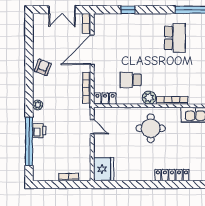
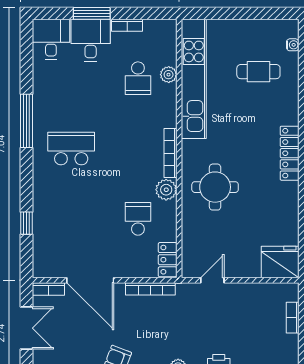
school desk: (131, 80) -> (138, 219), turned 180

